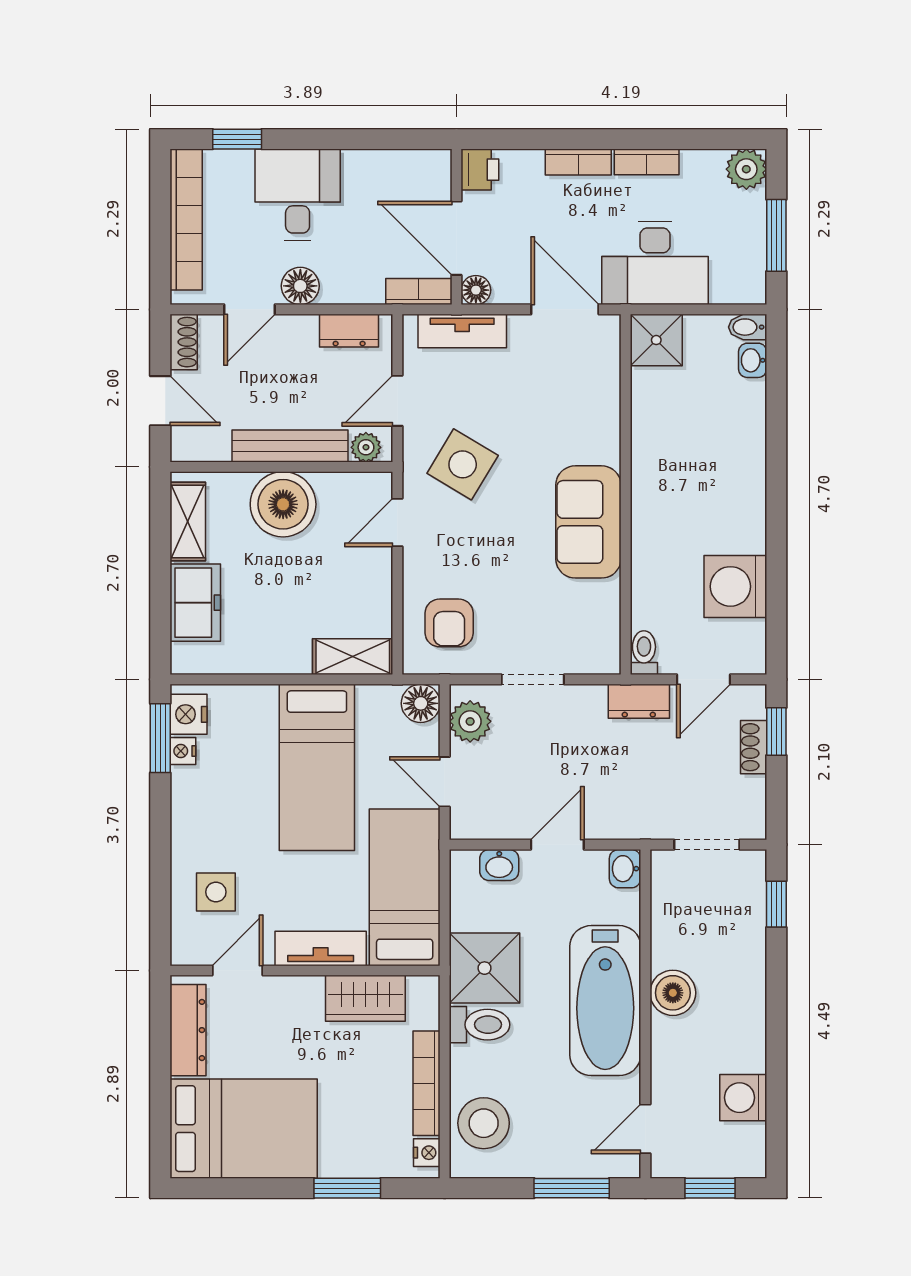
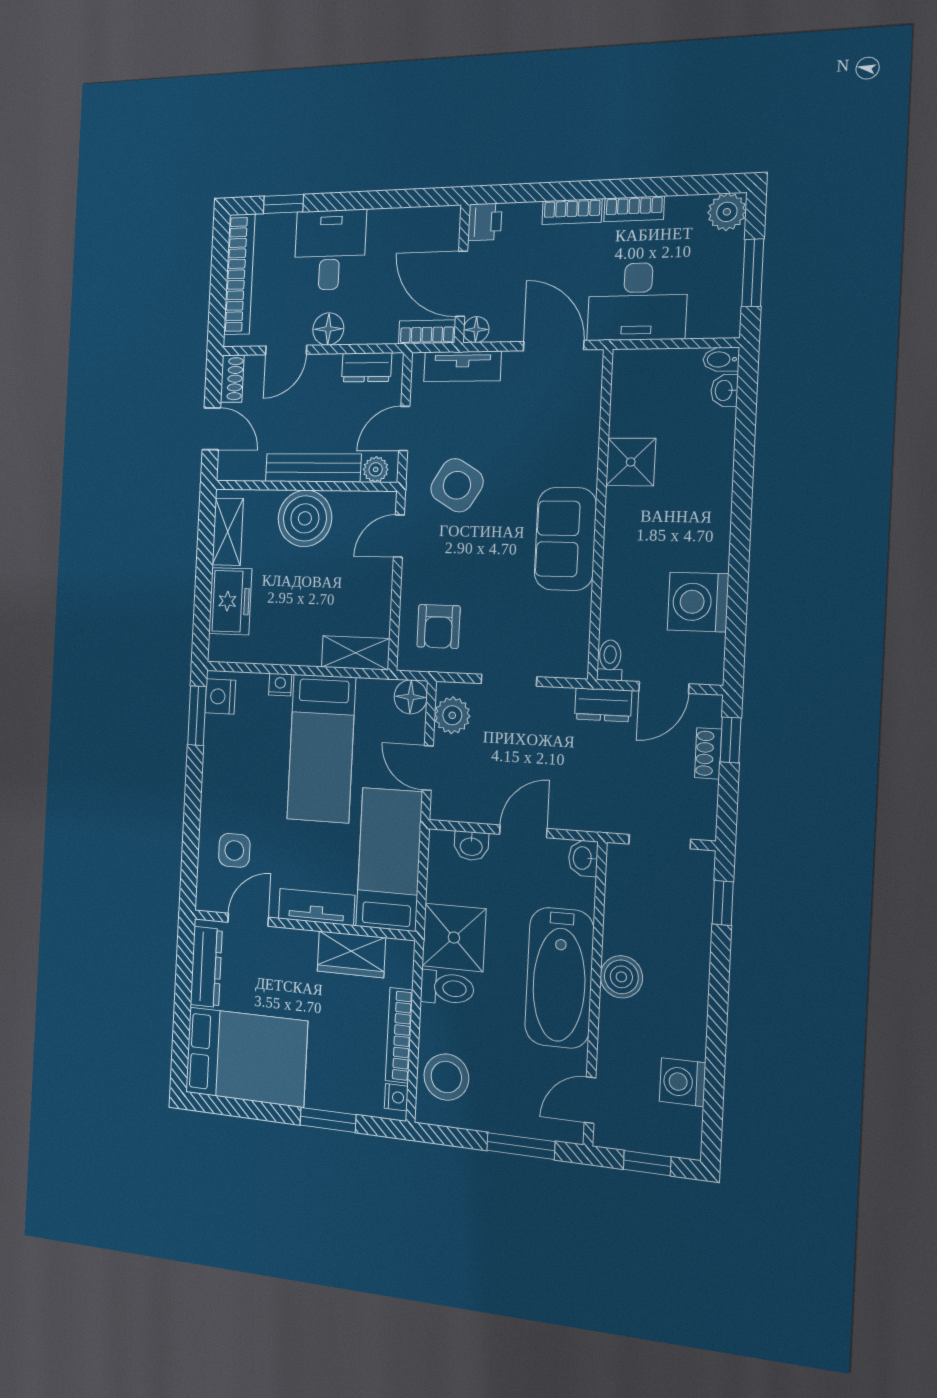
shower: (656, 340) -> (631, 462), moved
nightstand: (183, 751) -> (280, 685), moved, turned 90

